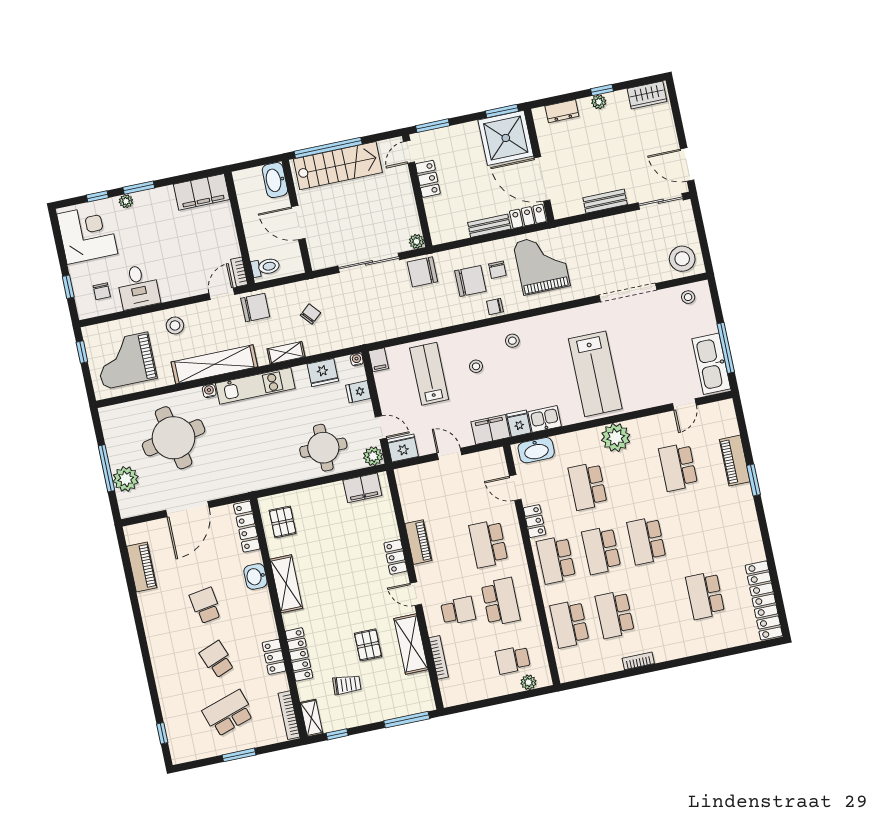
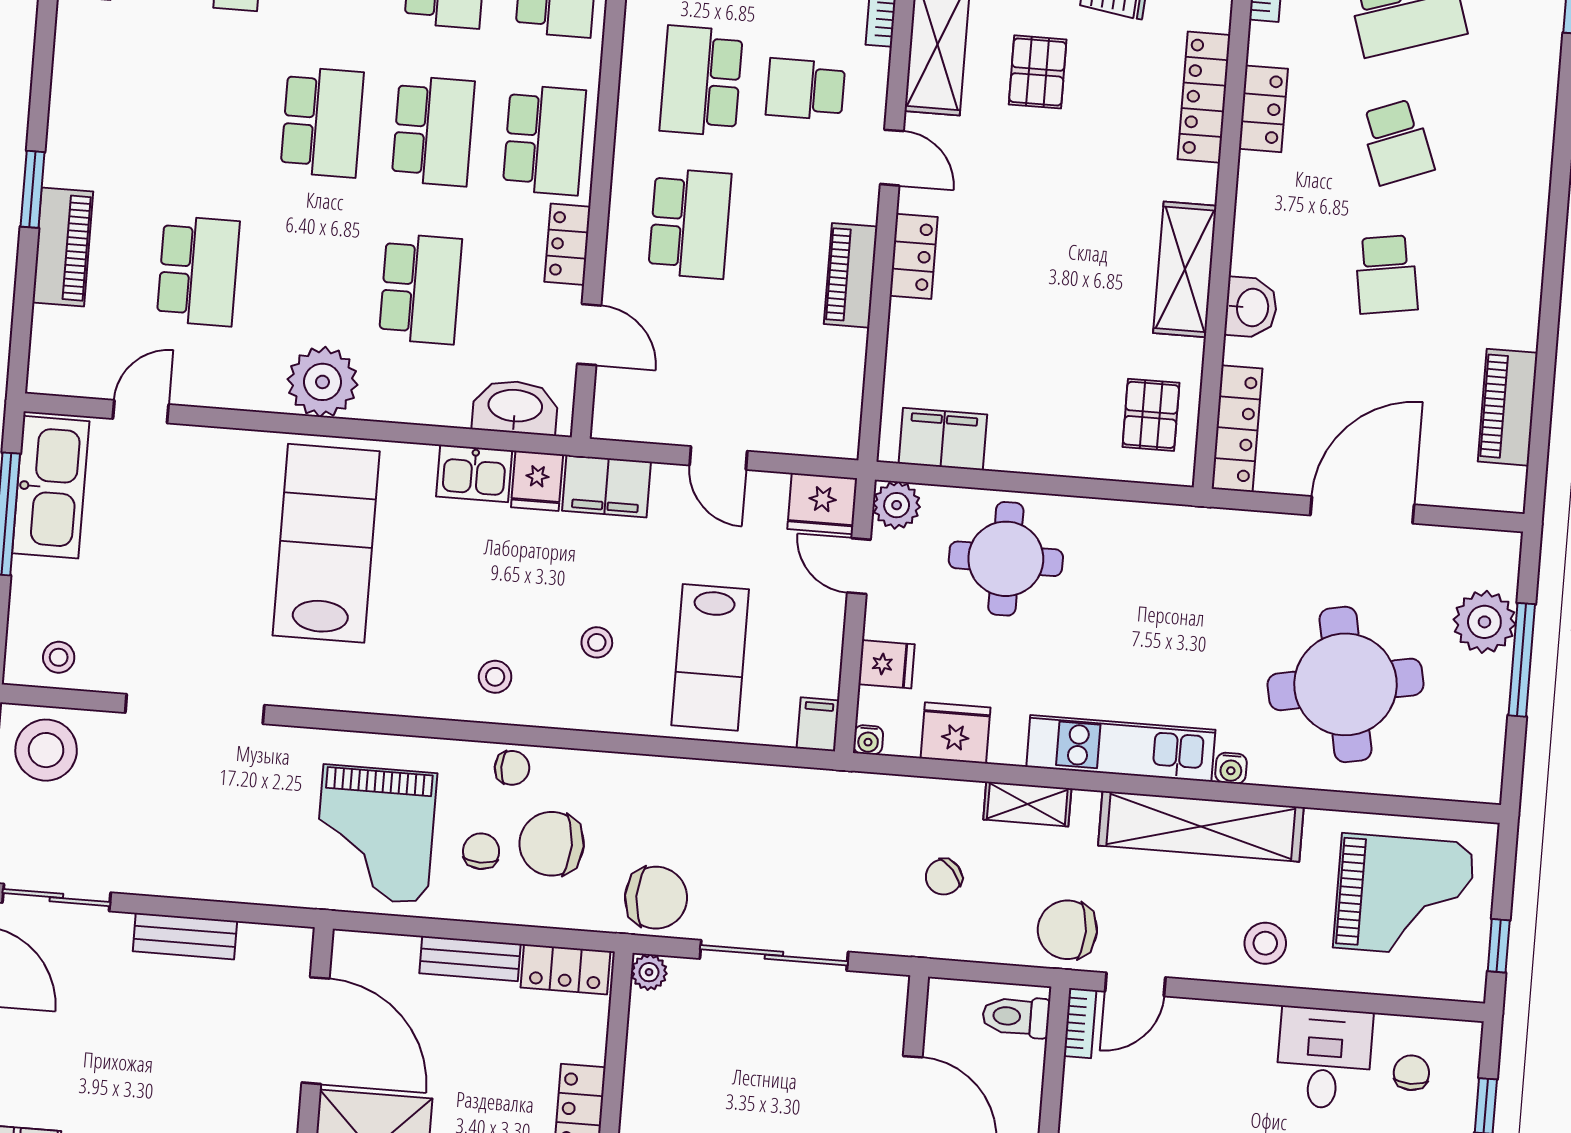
locker: (528, 216) -> (566, 969), moved

